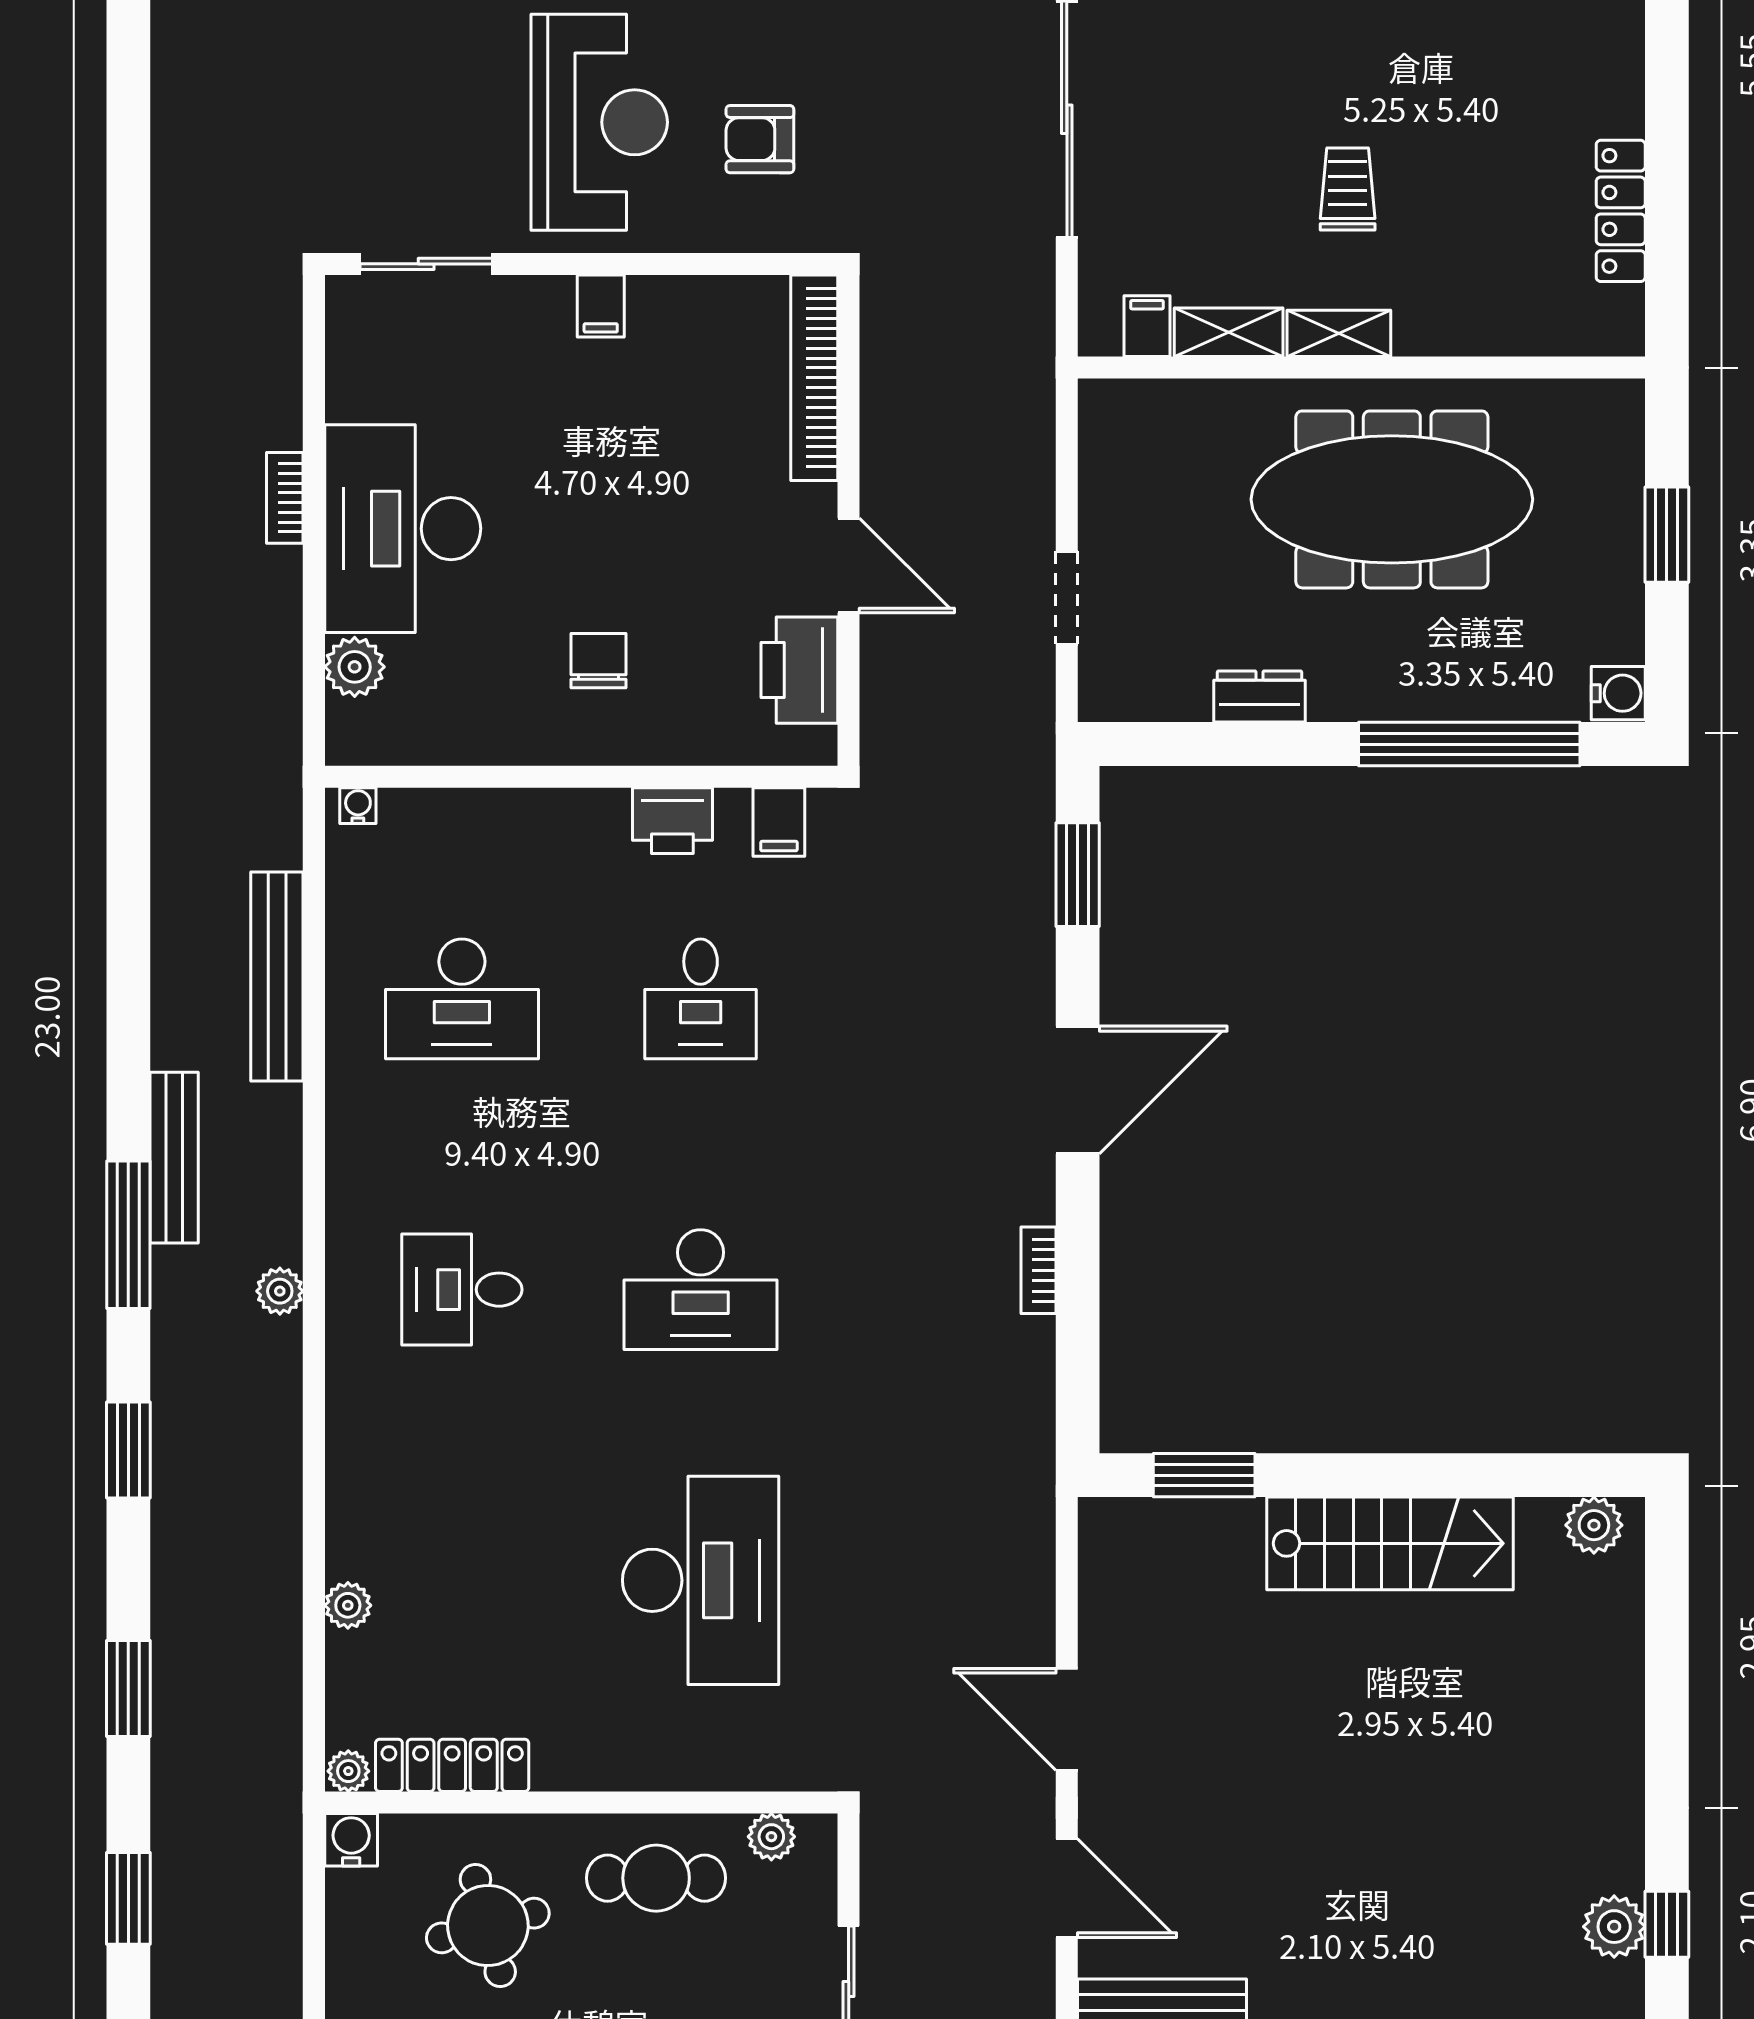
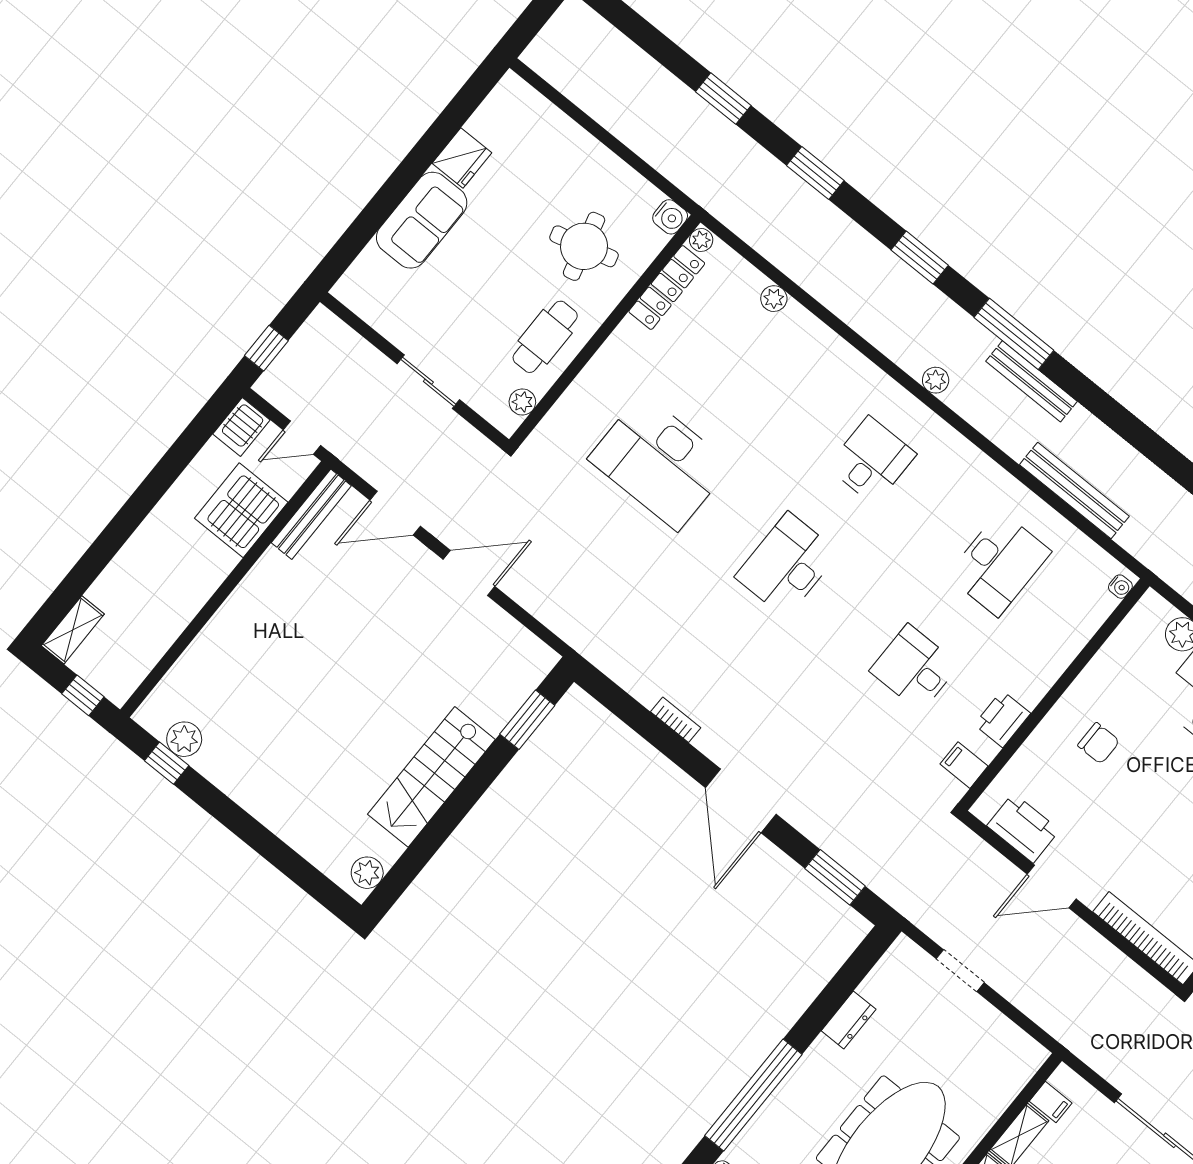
desk: (462, 999) -> (999, 564), turned 180

